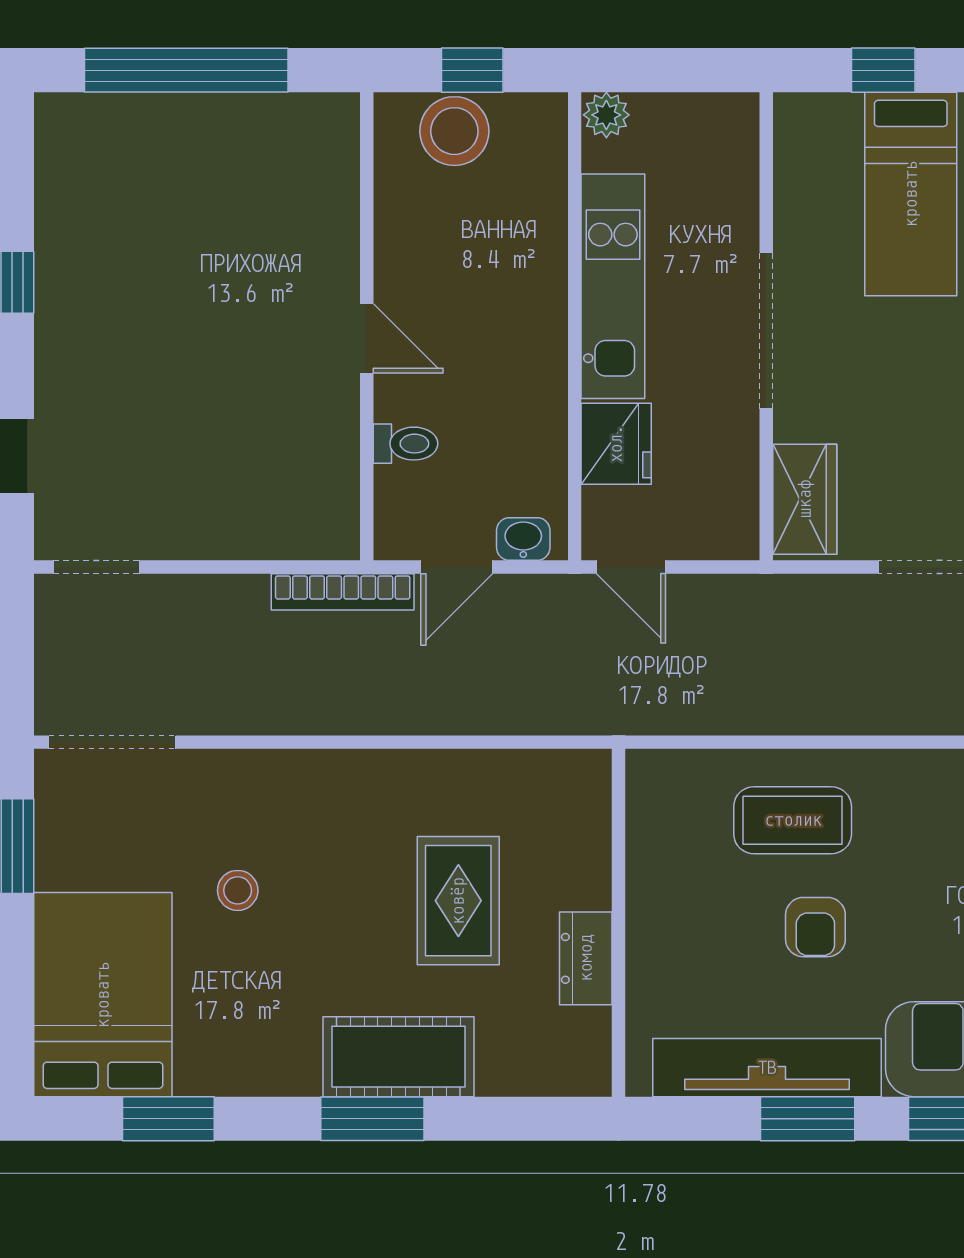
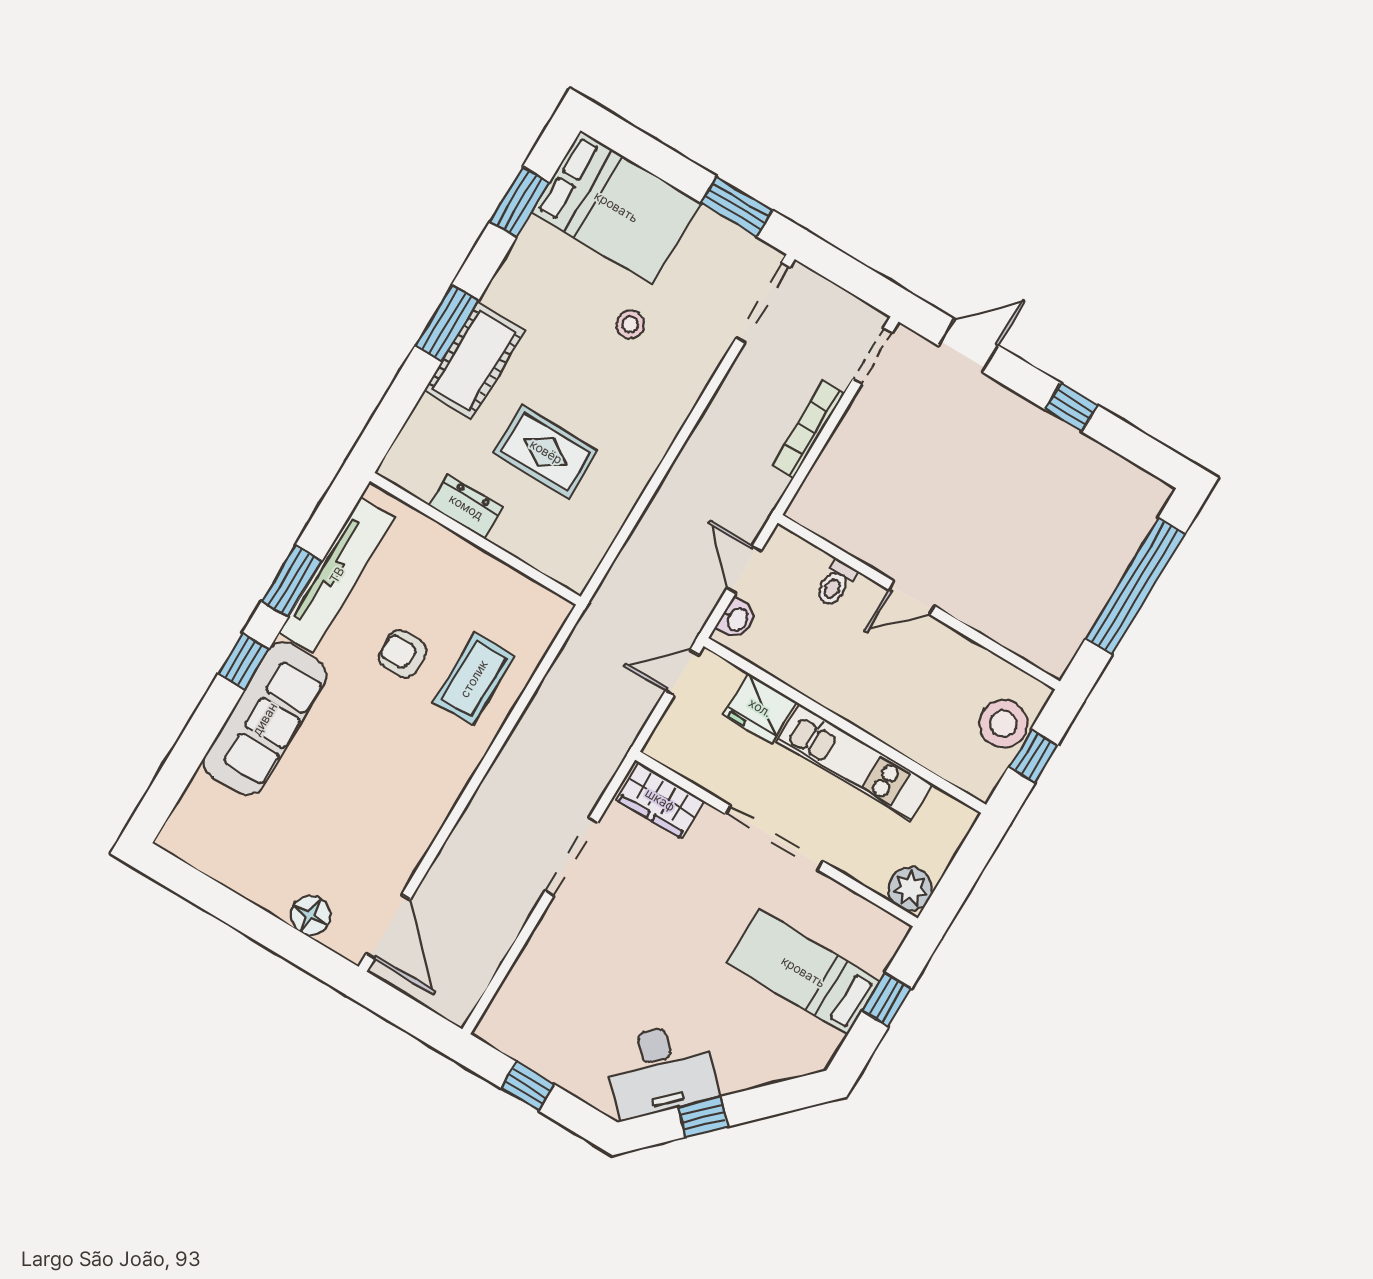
plant: (606, 115) -> (910, 889), moved, width x1.38, depth x1.38
bookcase: (343, 592) -> (808, 429), moved

